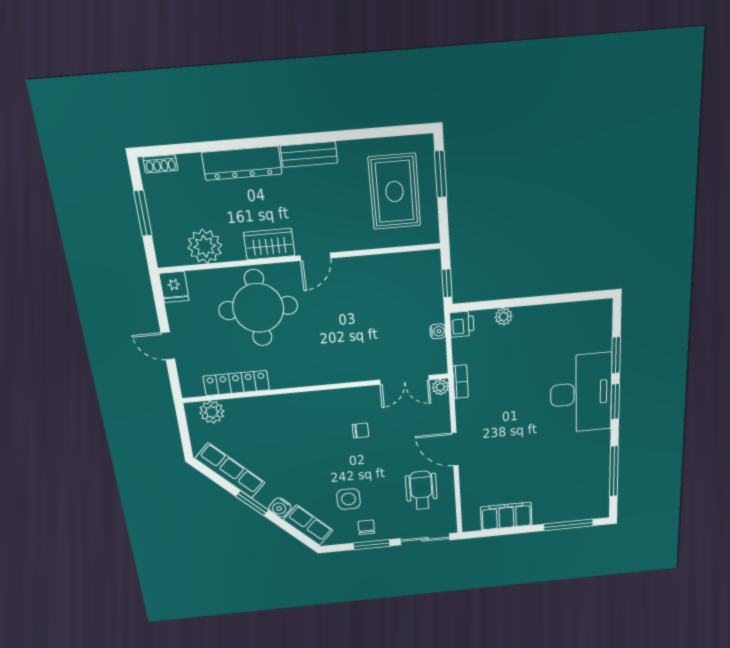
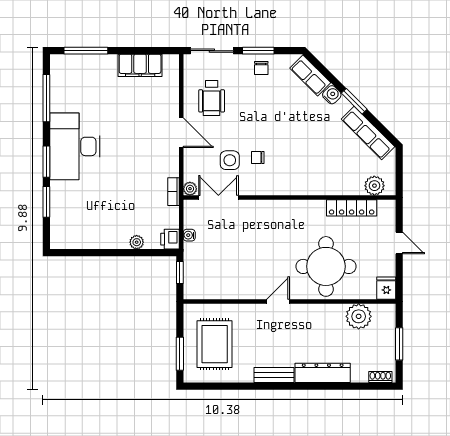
wardrobe: (269, 244) -> (311, 314), removed
desk: (581, 393) -> (75, 146), moved
side table: (349, 499) -> (230, 160), moved

